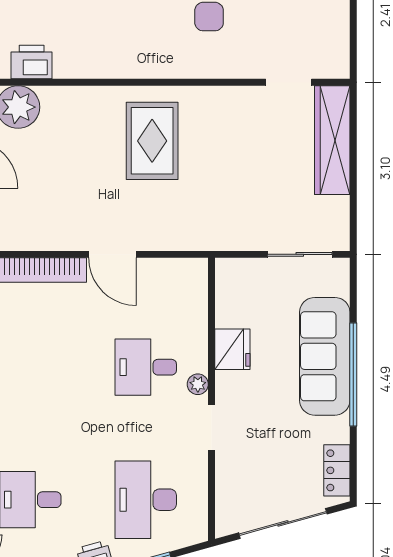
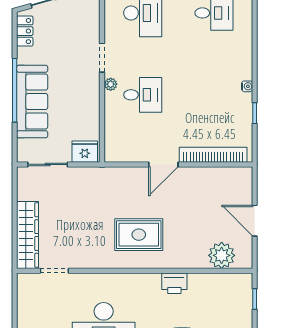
printer: (32, 62) -> (174, 283), moved
rug: (152, 141) -> (139, 235), turned 90
door: (112, 254) -> (163, 164), swing flipped
fridge: (232, 349) -> (85, 152), moved, turned 90

